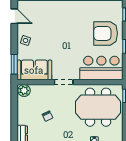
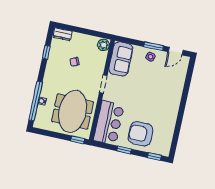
armchair: (106, 33) -> (141, 134), turned -90
window: (14, 64) -> (154, 46), moved

